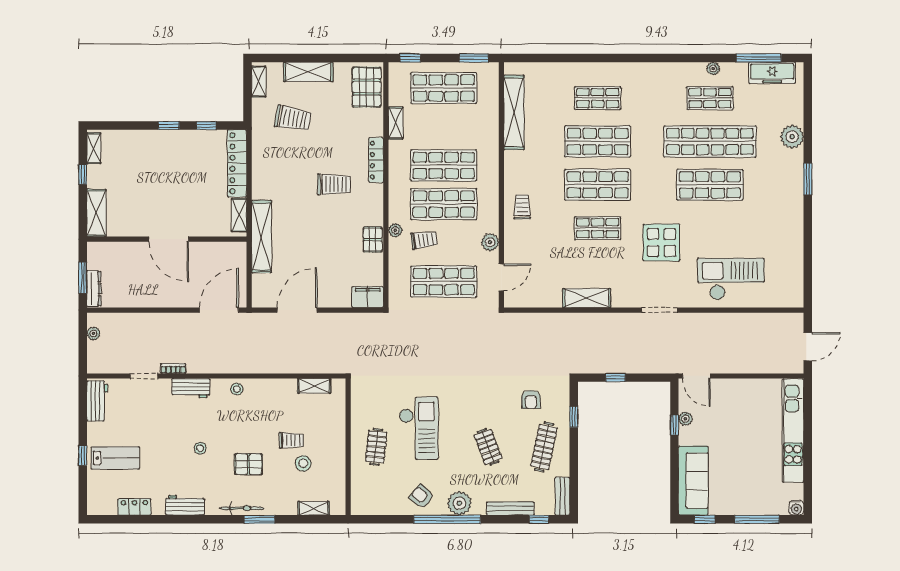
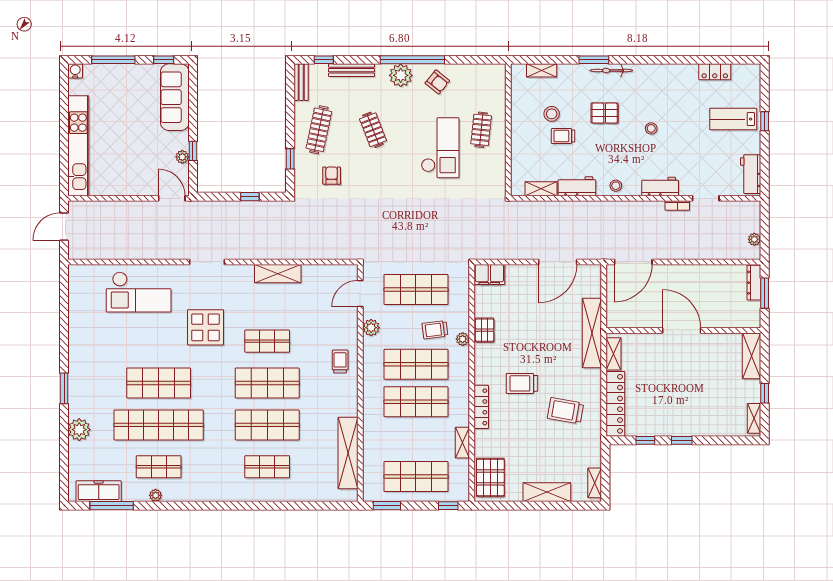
trolley: (293, 118) -> (566, 411), moved
trolley: (522, 207) -> (340, 362), turned 180
checkout: (419, 428) -> (440, 148), turned 180
workbench: (185, 505) -> (577, 186), moved, turned 180

